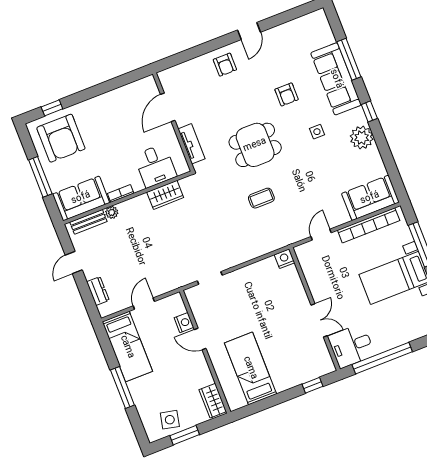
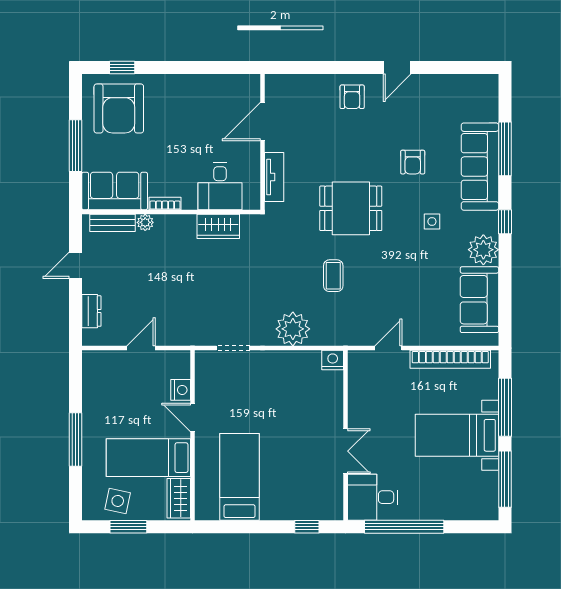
coffee table: (261, 198) -> (333, 276), turned 90
sofa: (370, 198) -> (479, 300), moved, turned -90
plant: (247, 248) -> (293, 329), added
bed: (127, 347) -> (148, 458), moved, turned 90

